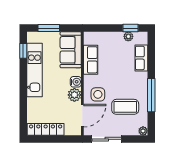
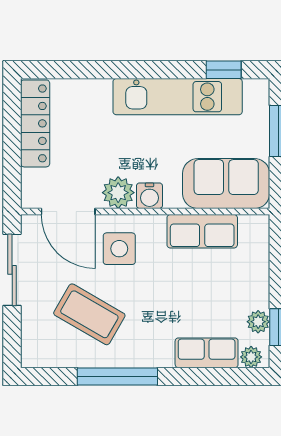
coffee table: (125, 107) -> (89, 314), turned -60
plant: (143, 131) -> (251, 357), moved

